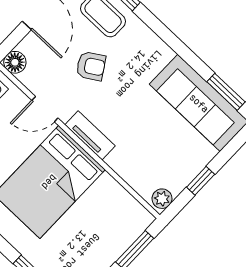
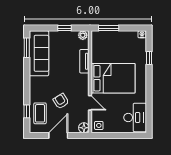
tv unit: (90, 135) -> (84, 61), moved

